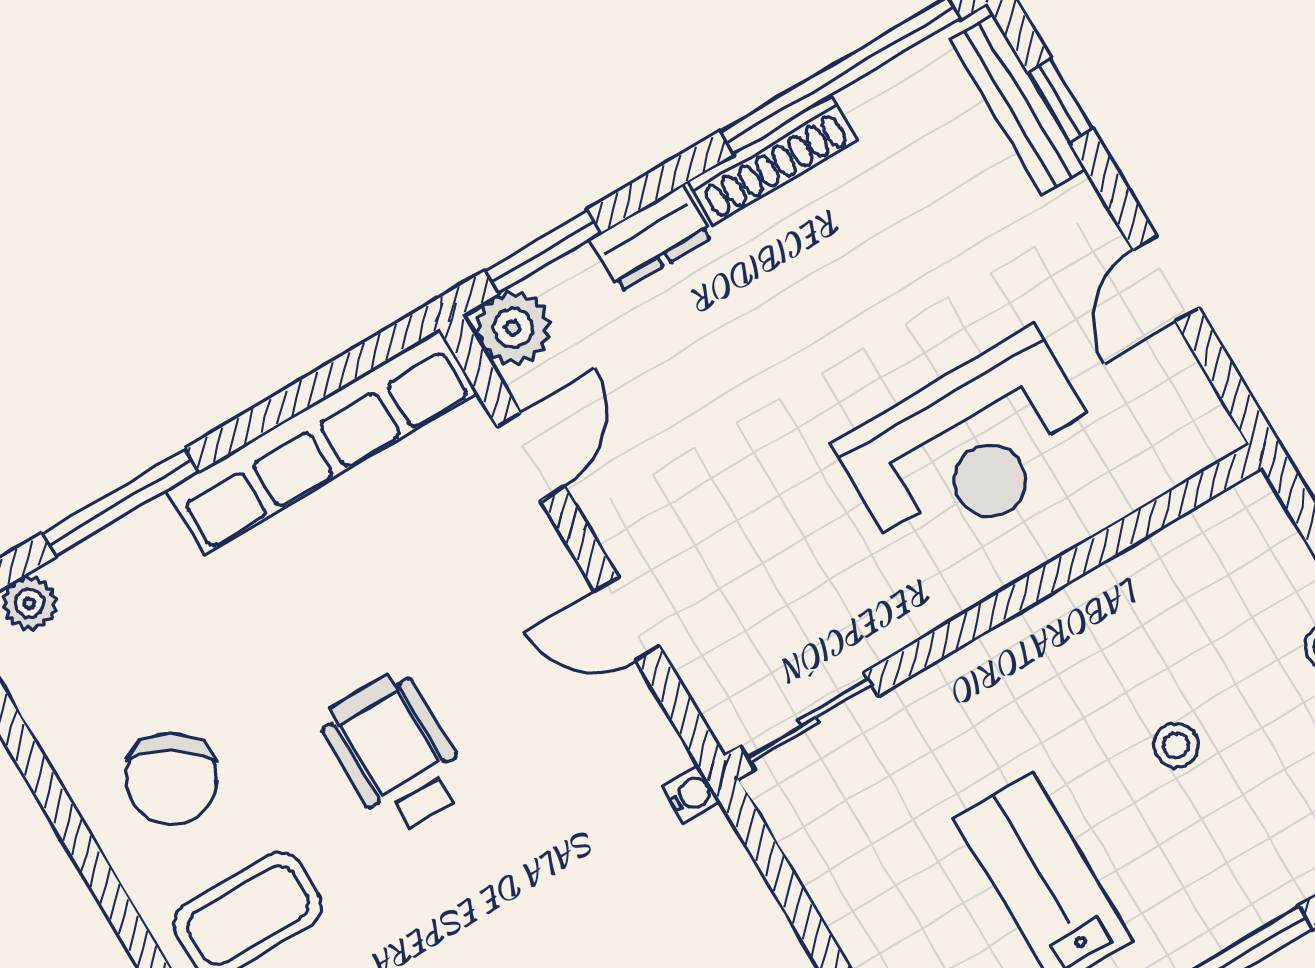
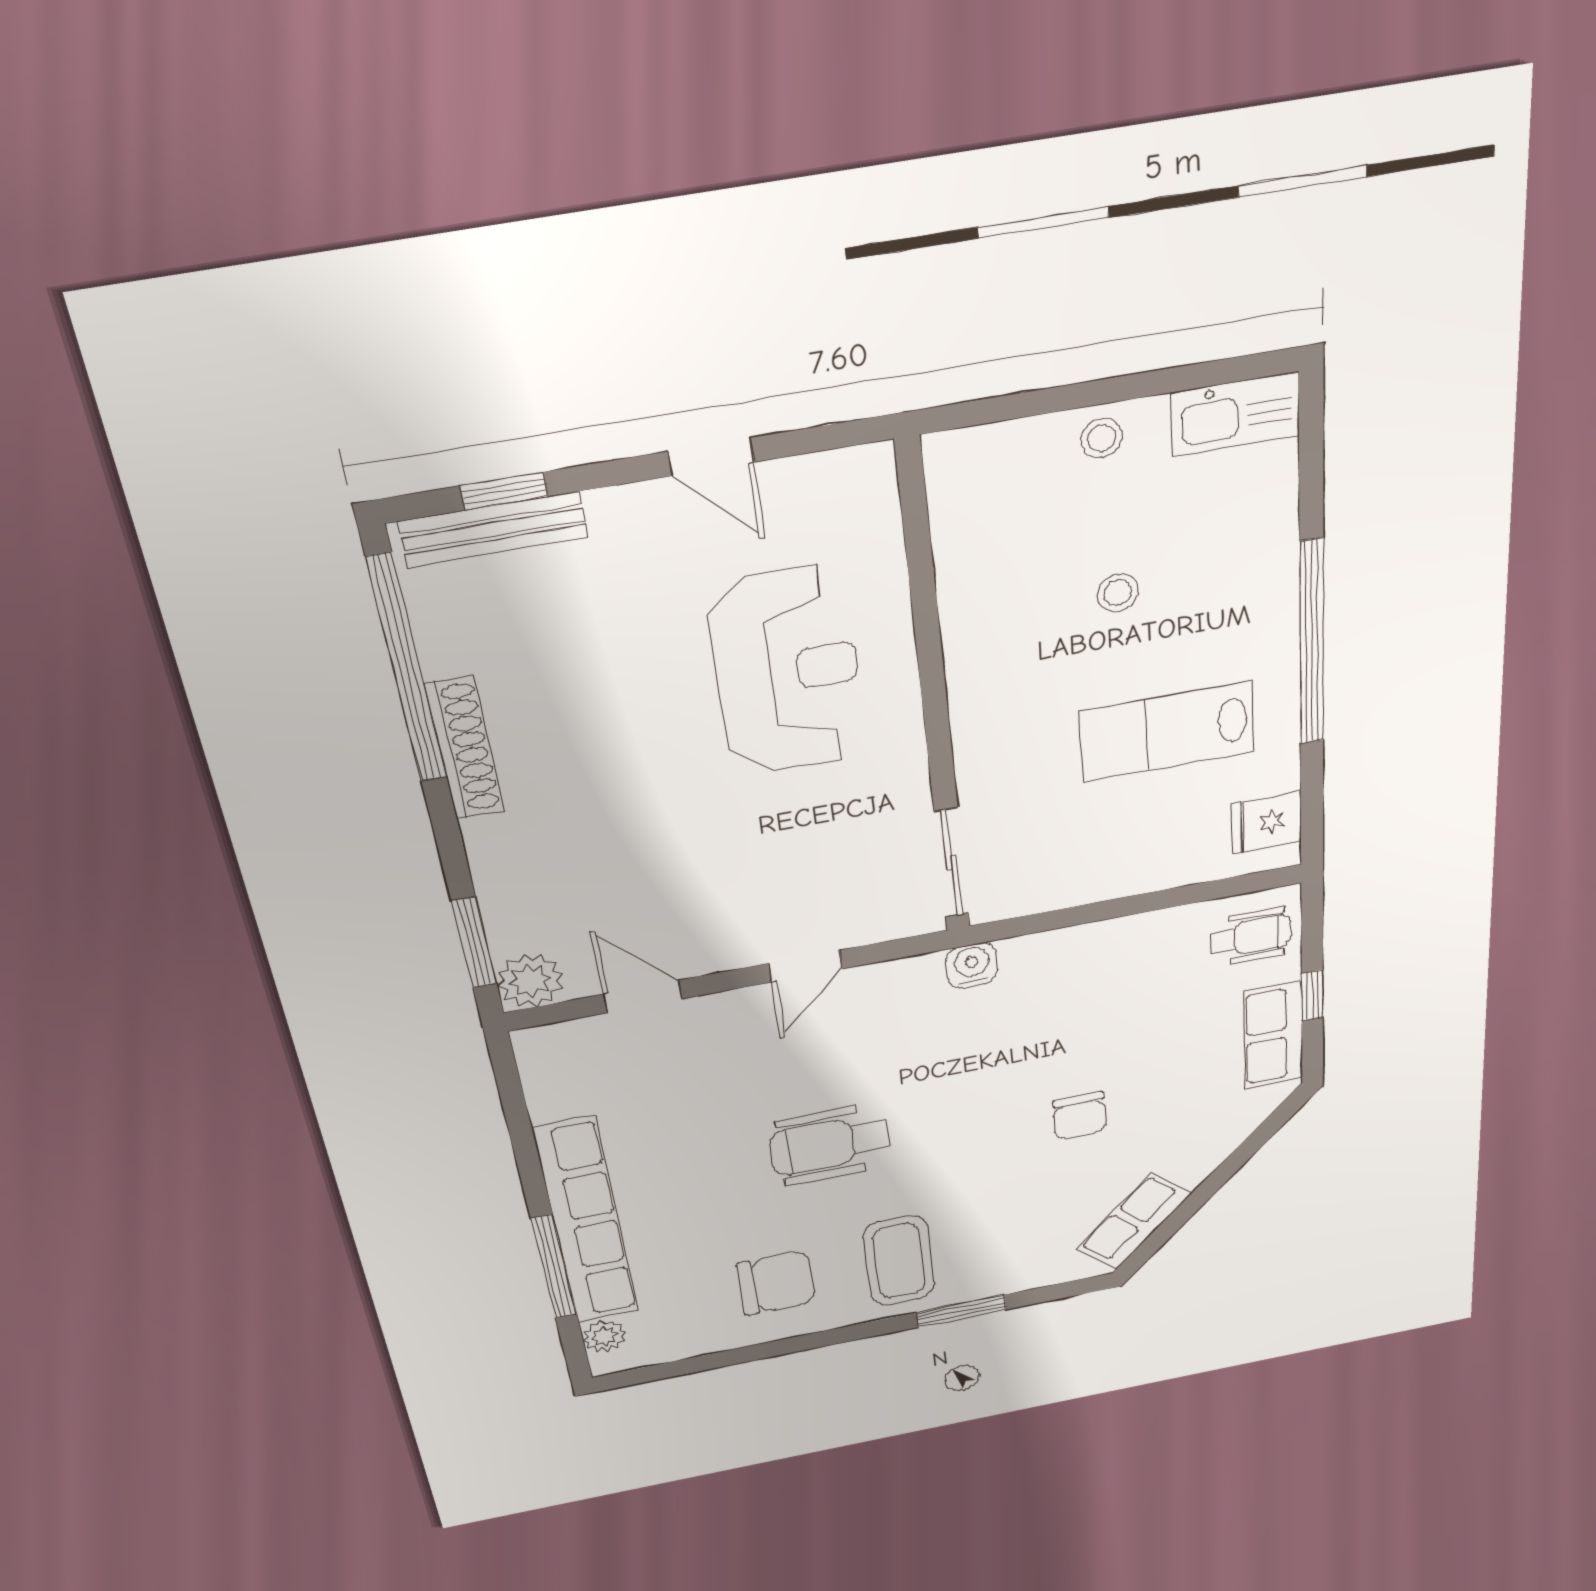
dresser: (651, 238) -> (496, 860), removed
row of seats: (322, 442) -> (586, 1221), moved
chair: (171, 779) -> (776, 1283), turned -32
water cooler: (692, 795) -> (972, 965), width x1.38, depth x1.38

